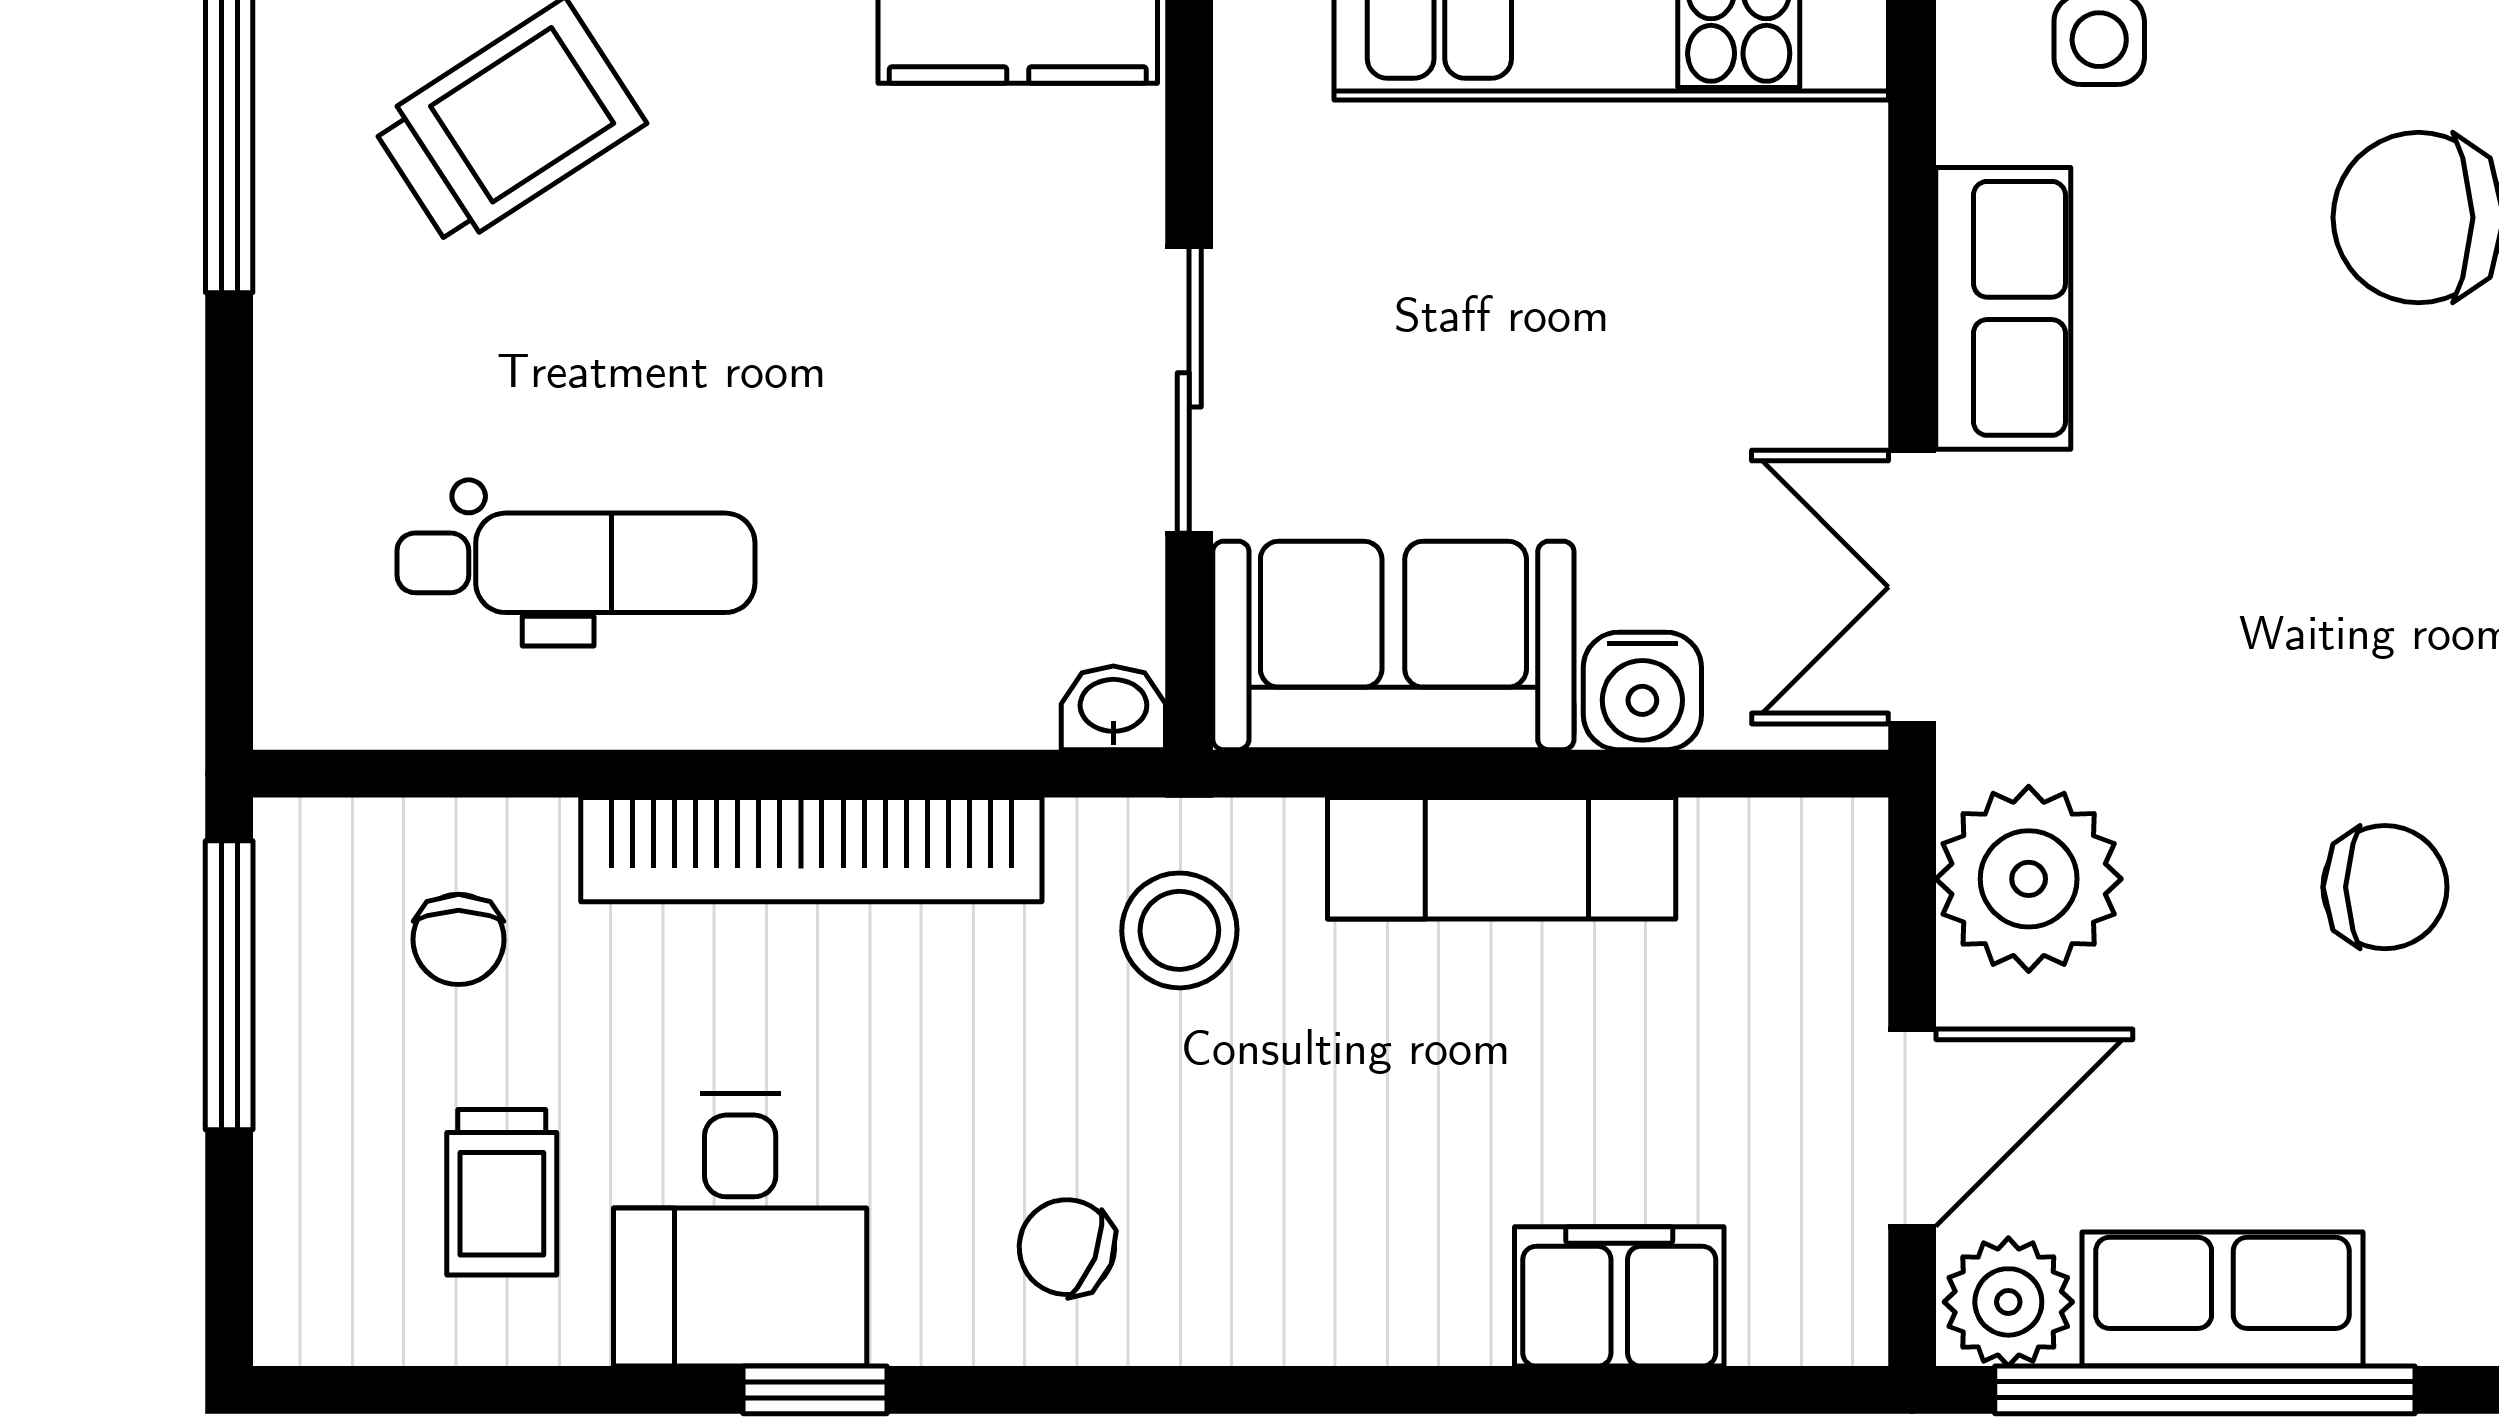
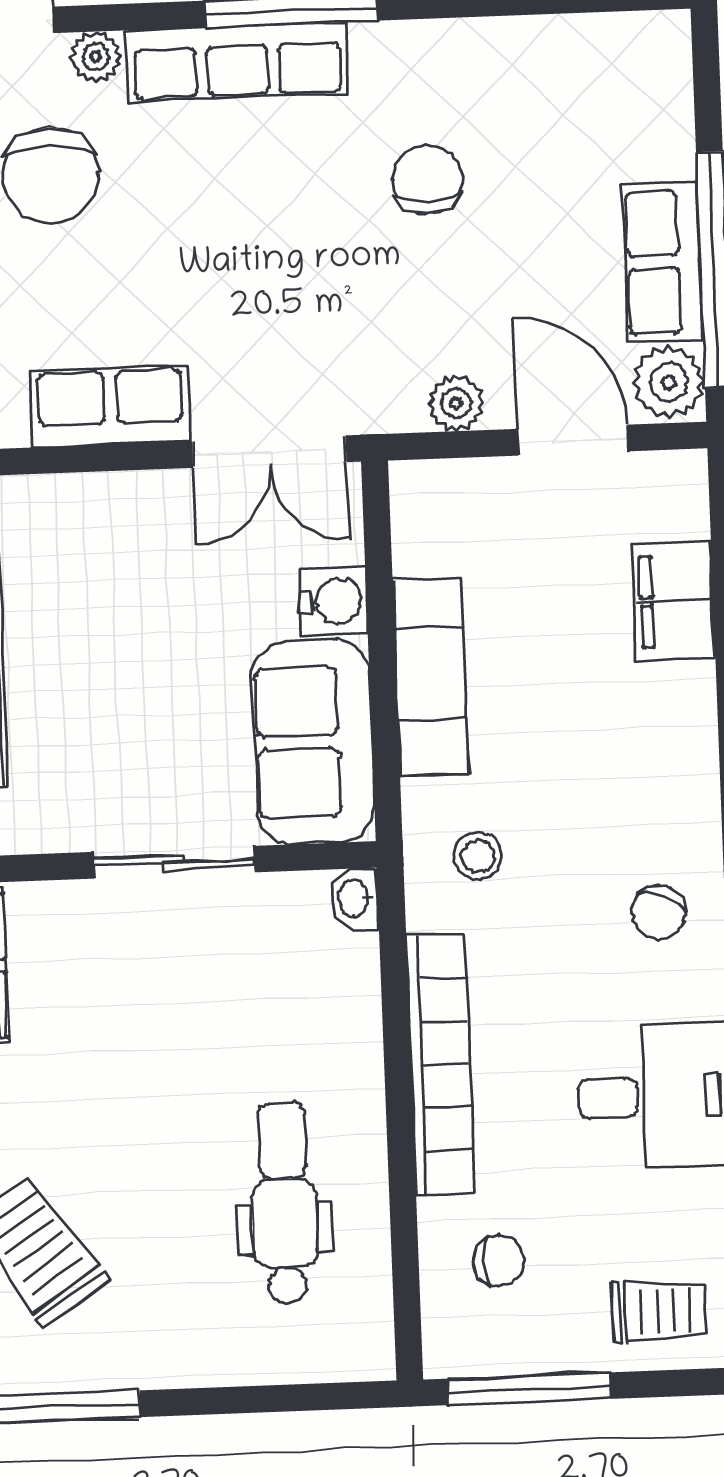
plant: (2029, 879) -> (456, 403), width x0.53, depth x0.53
stool: (1179, 930) -> (478, 856), width x0.73, depth x0.73
trolley: (502, 1192) -> (659, 1311), moved

